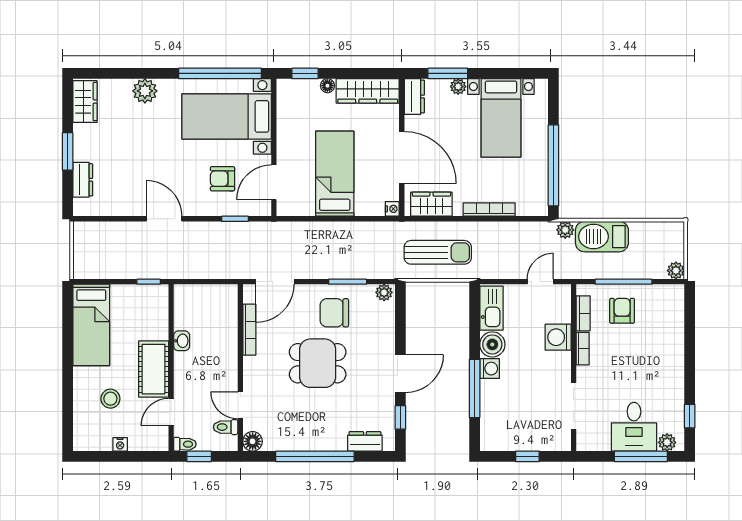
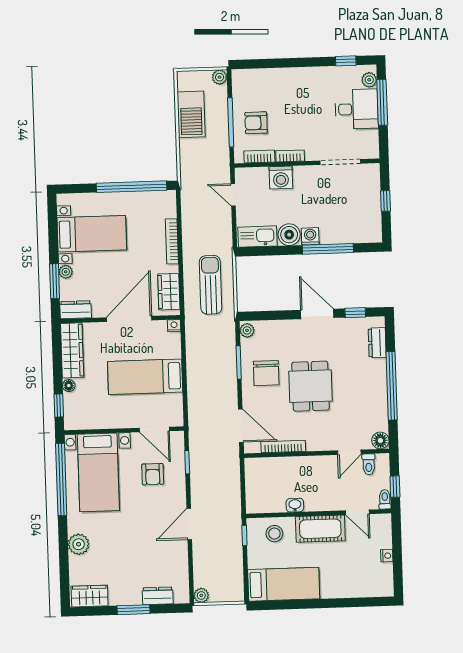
plant: (565, 230) -> (201, 595), moved
barbecue: (602, 237) -> (191, 114), moved
stool: (110, 399) -> (274, 534), moved

